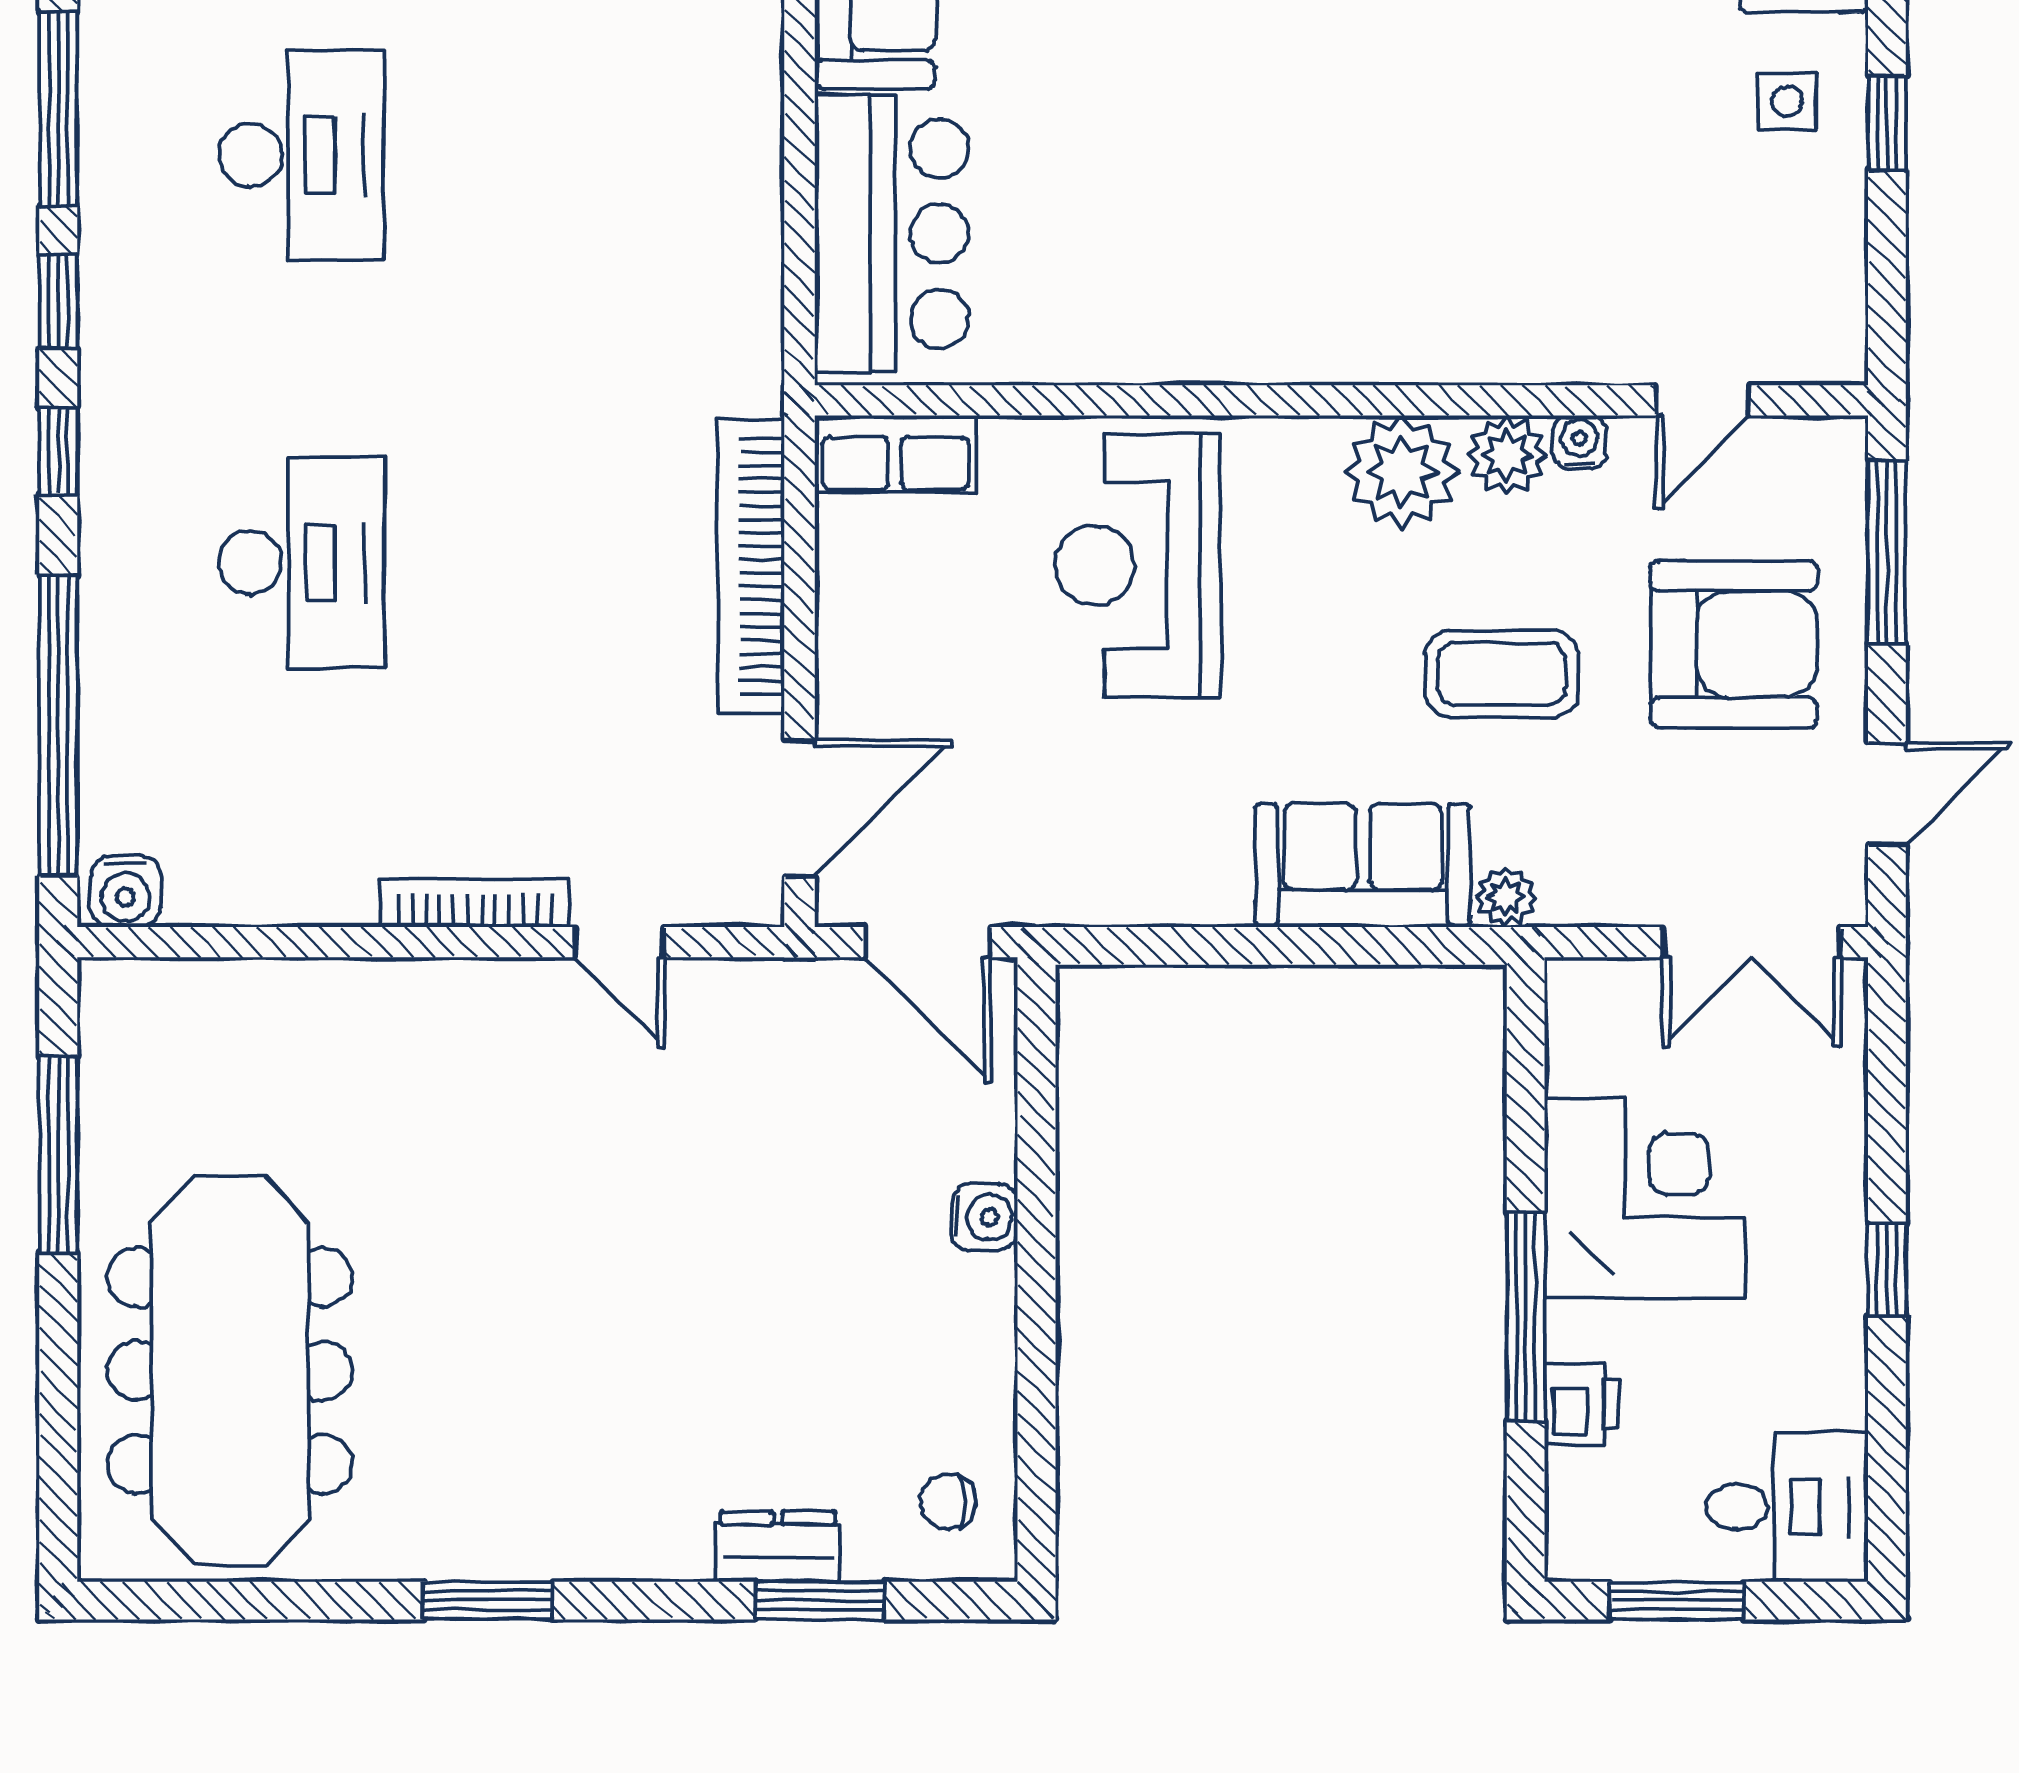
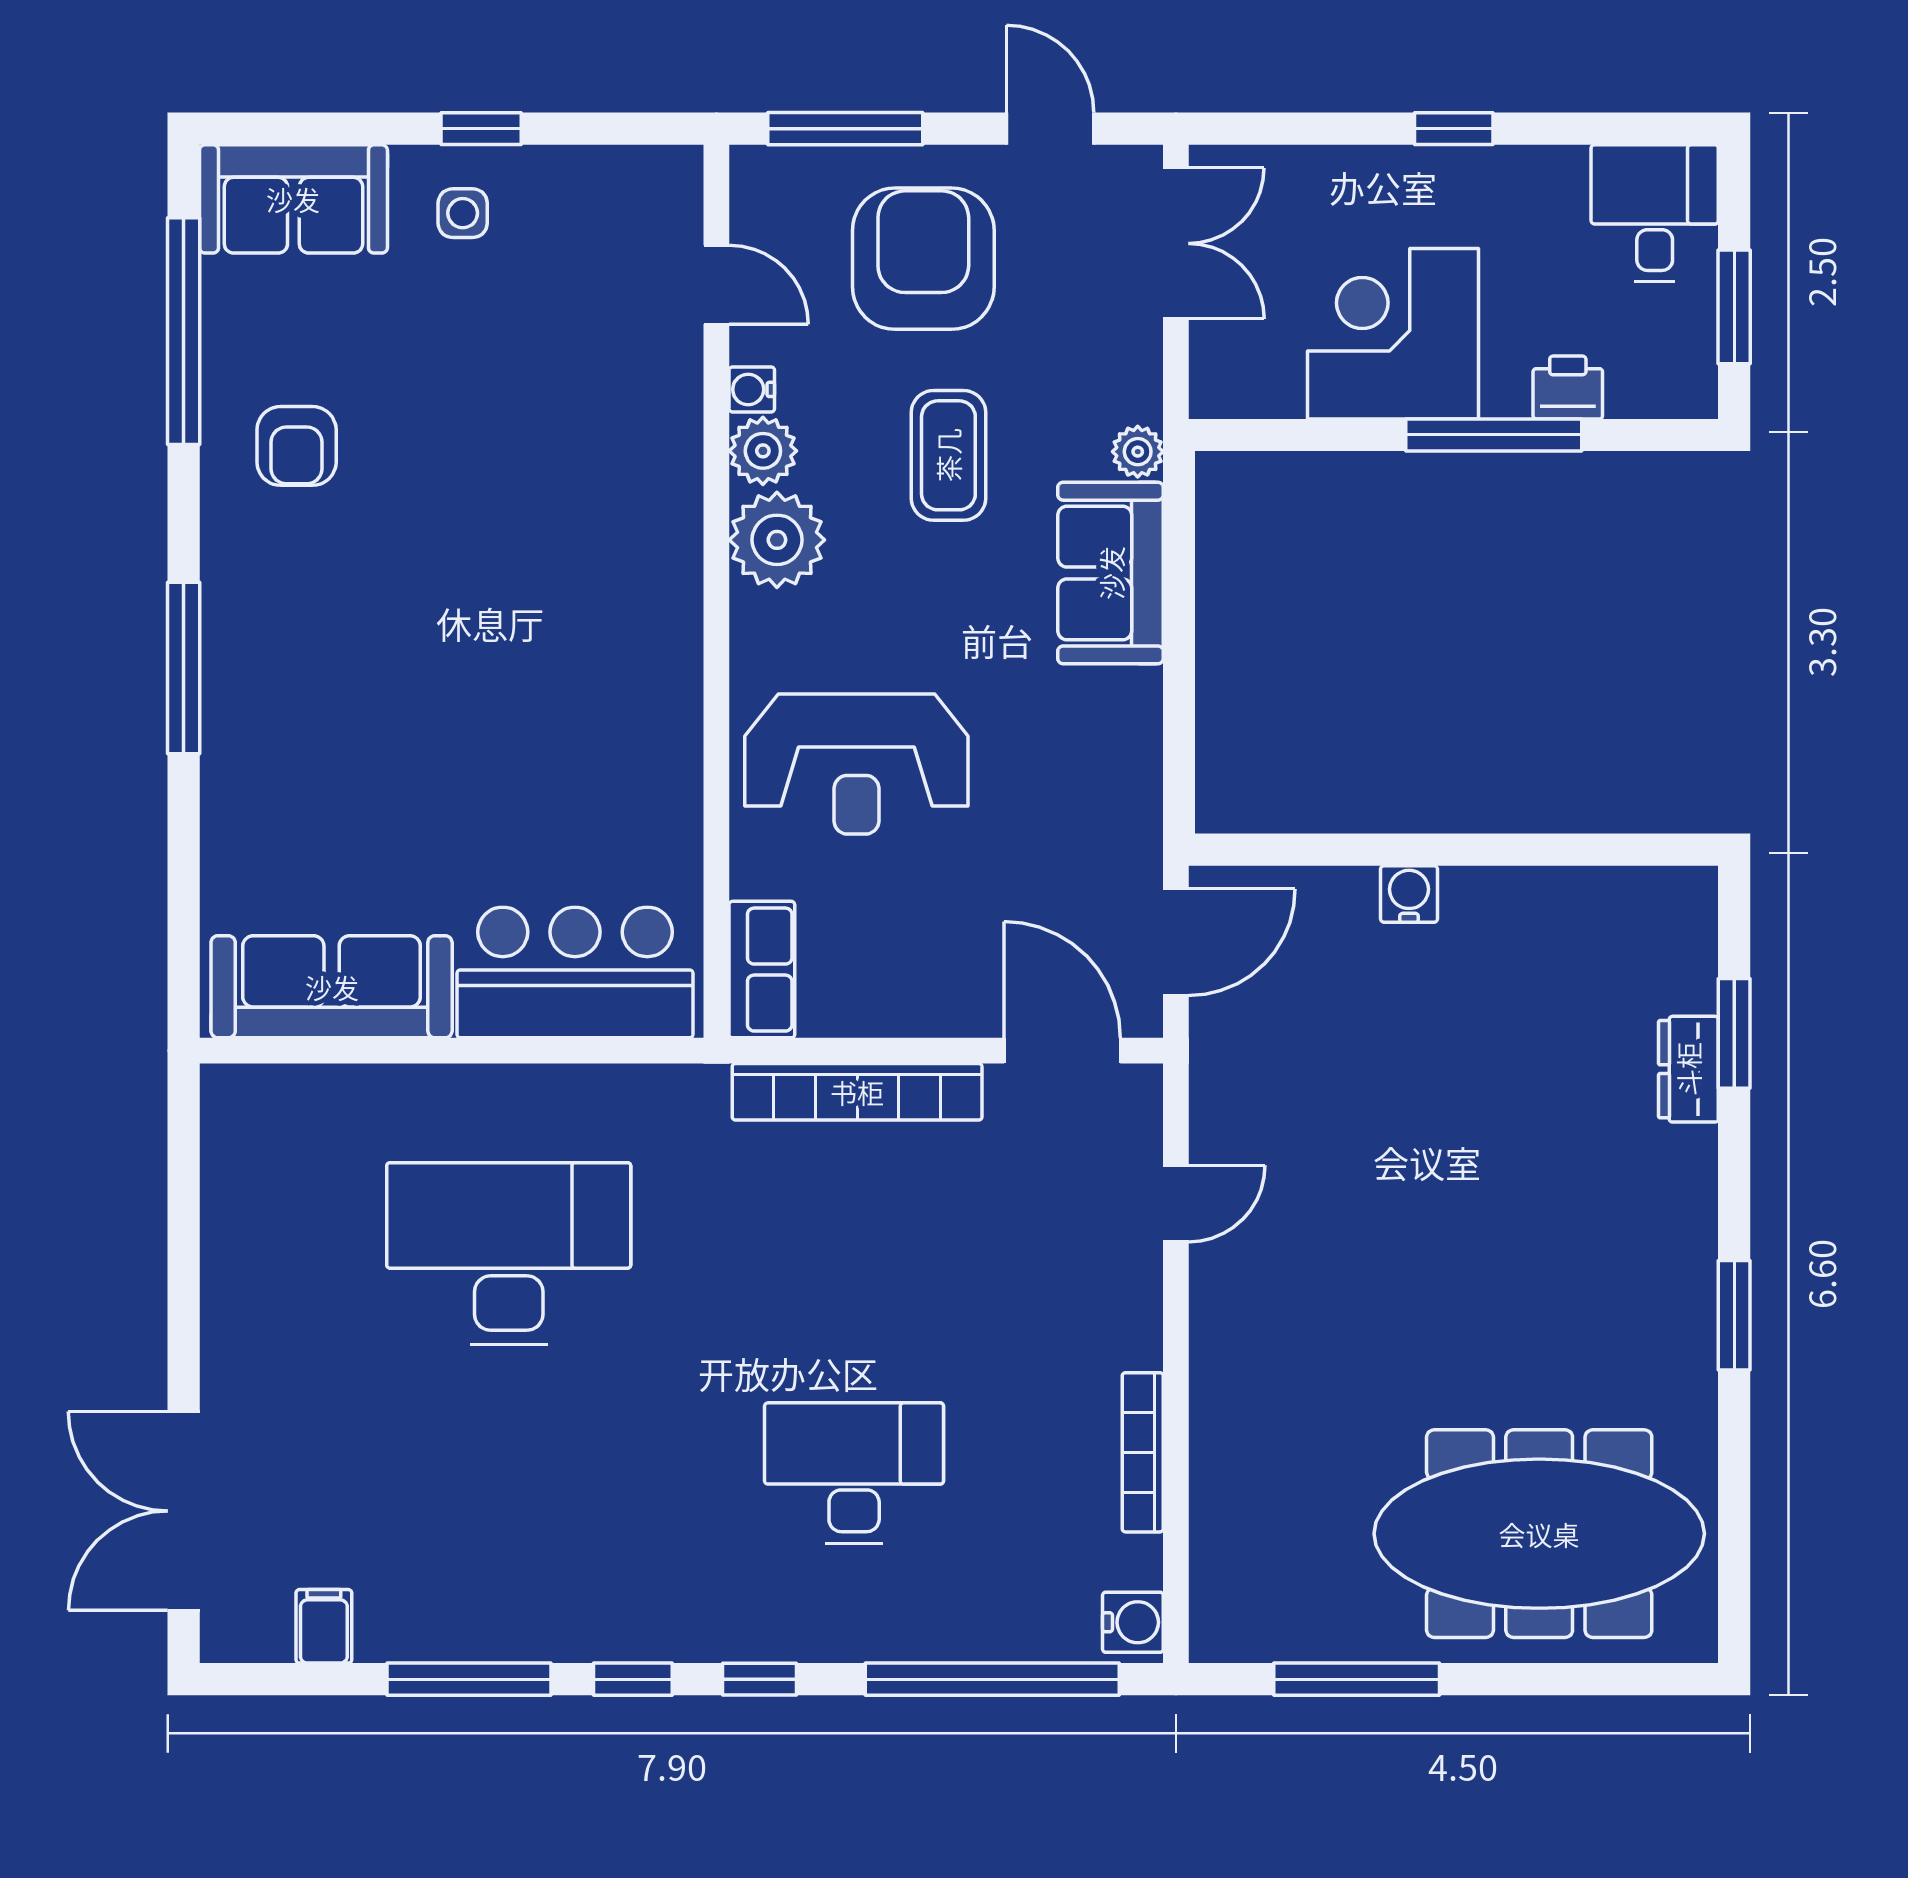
desk: (302, 155) -> (509, 1254), moved, width x1.36, depth x1.30
bookcase: (475, 903) -> (1143, 1452), moved
chair: (948, 1502) -> (1650, 925), removed

